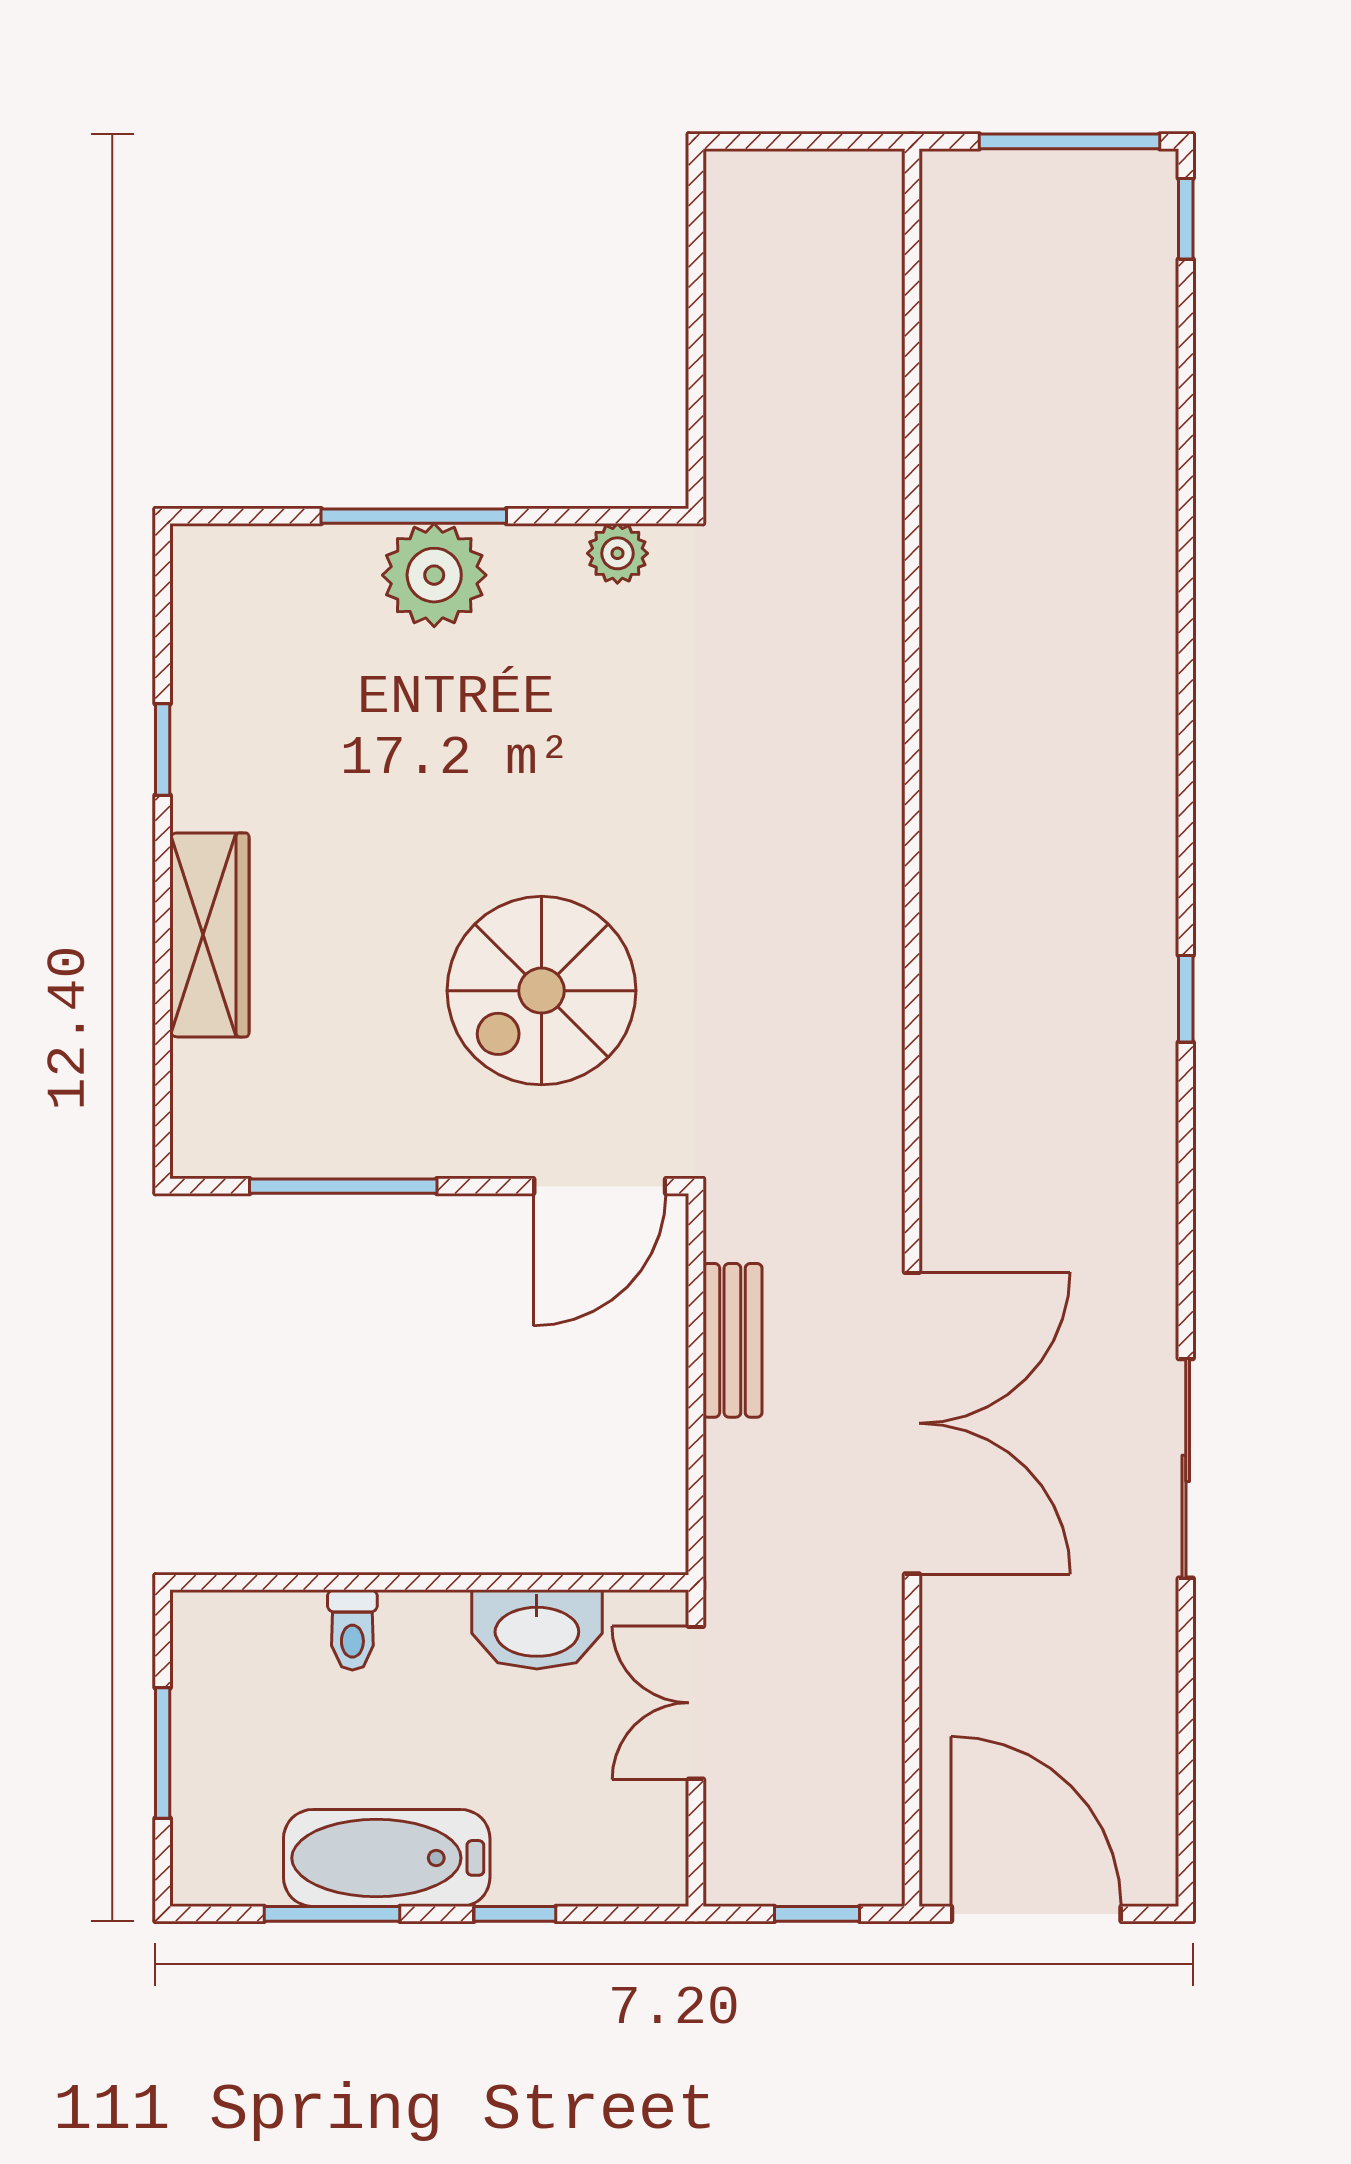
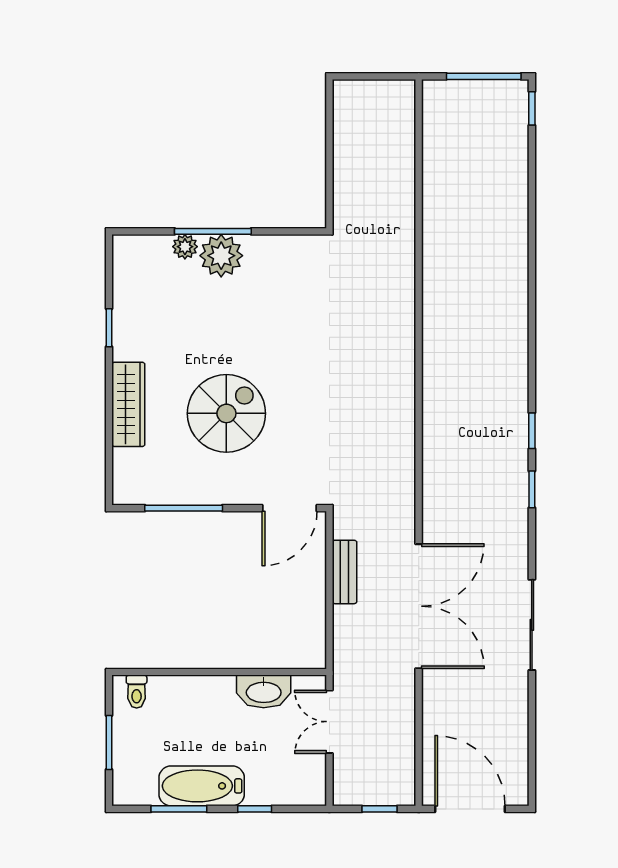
plant: (617, 553) -> (185, 247), moved
spiral stairs: (542, 991) -> (226, 413), moved, turned 180
window: (1186, 1140) -> (532, 489), added
toilet: (352, 1630) -> (137, 692), moved

